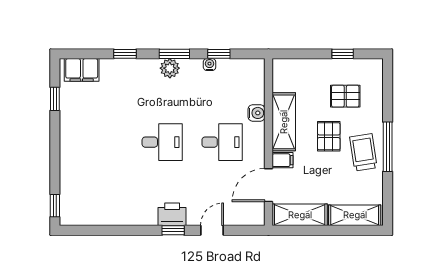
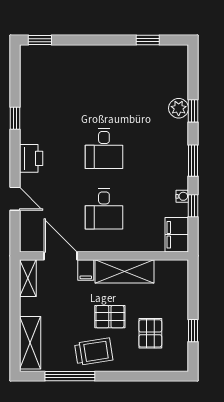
plant: (170, 68) -> (179, 108), moved
filing cabinet: (82, 70) -> (177, 235), moved
water cooler: (256, 113) -> (133, 244), removed
window: (388, 147) -> (70, 376), moved
shelving: (300, 215) -> (28, 278), width x0.67, depth x0.75
window: (173, 230) -> (15, 118), moved

